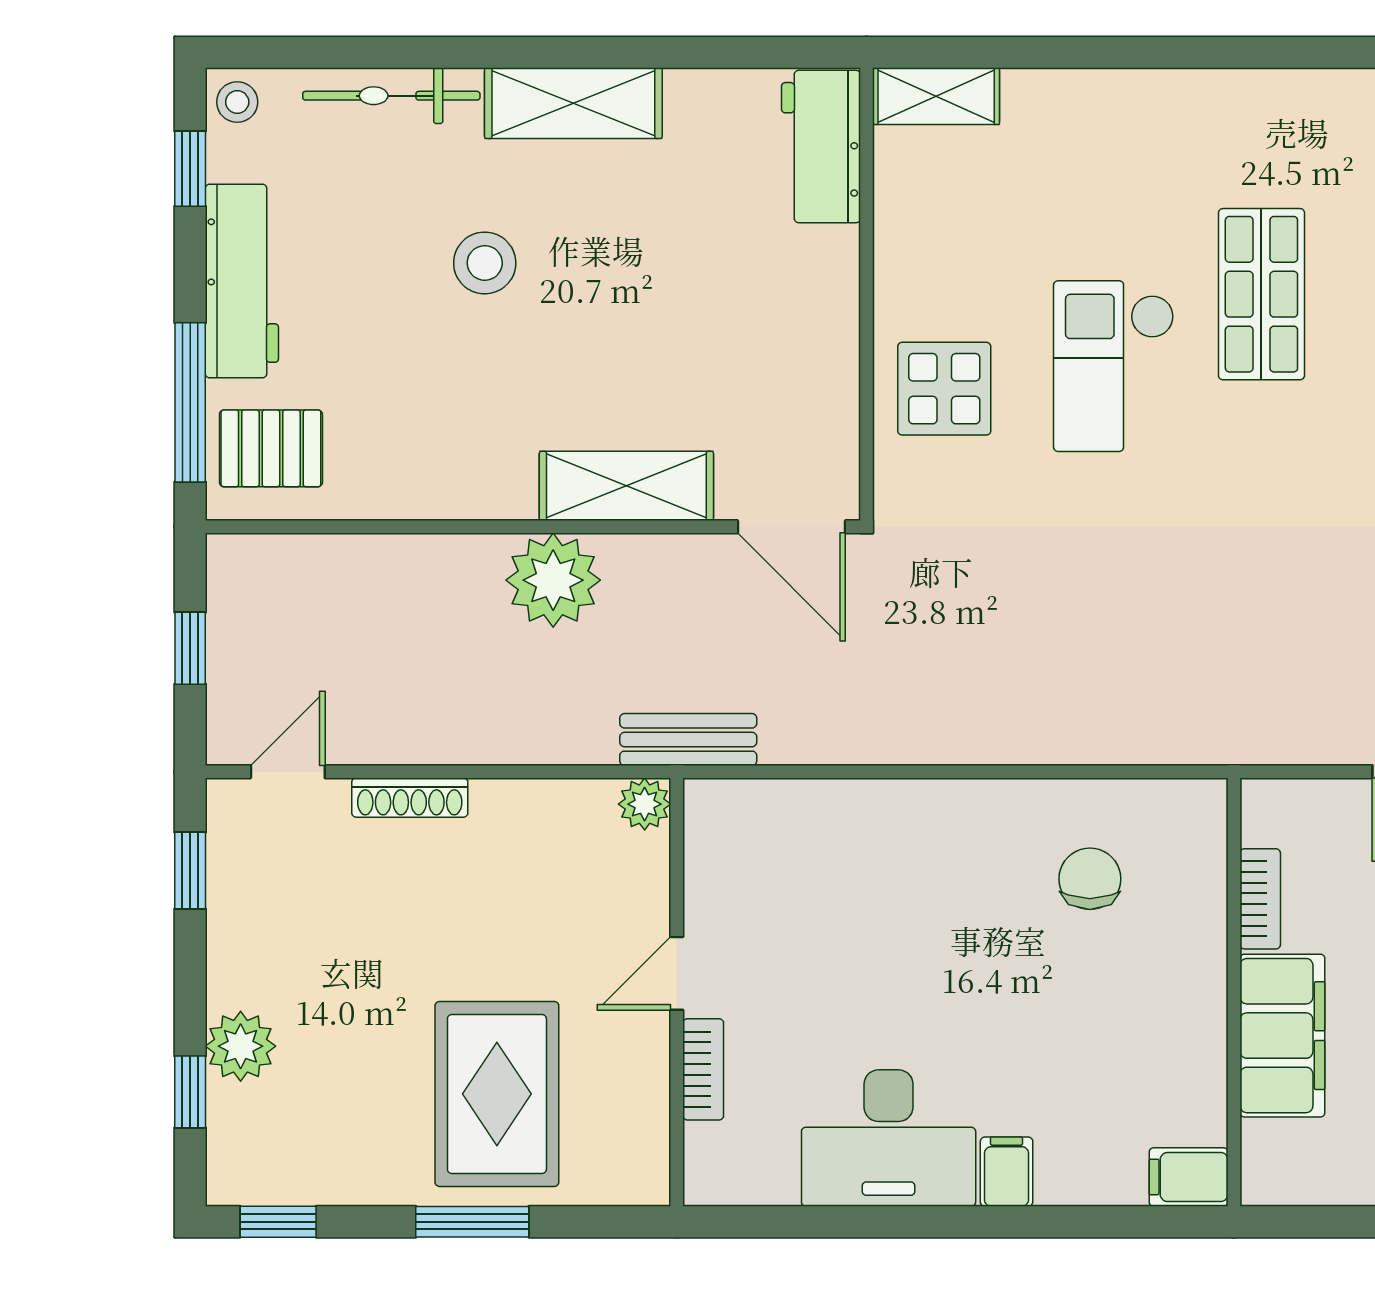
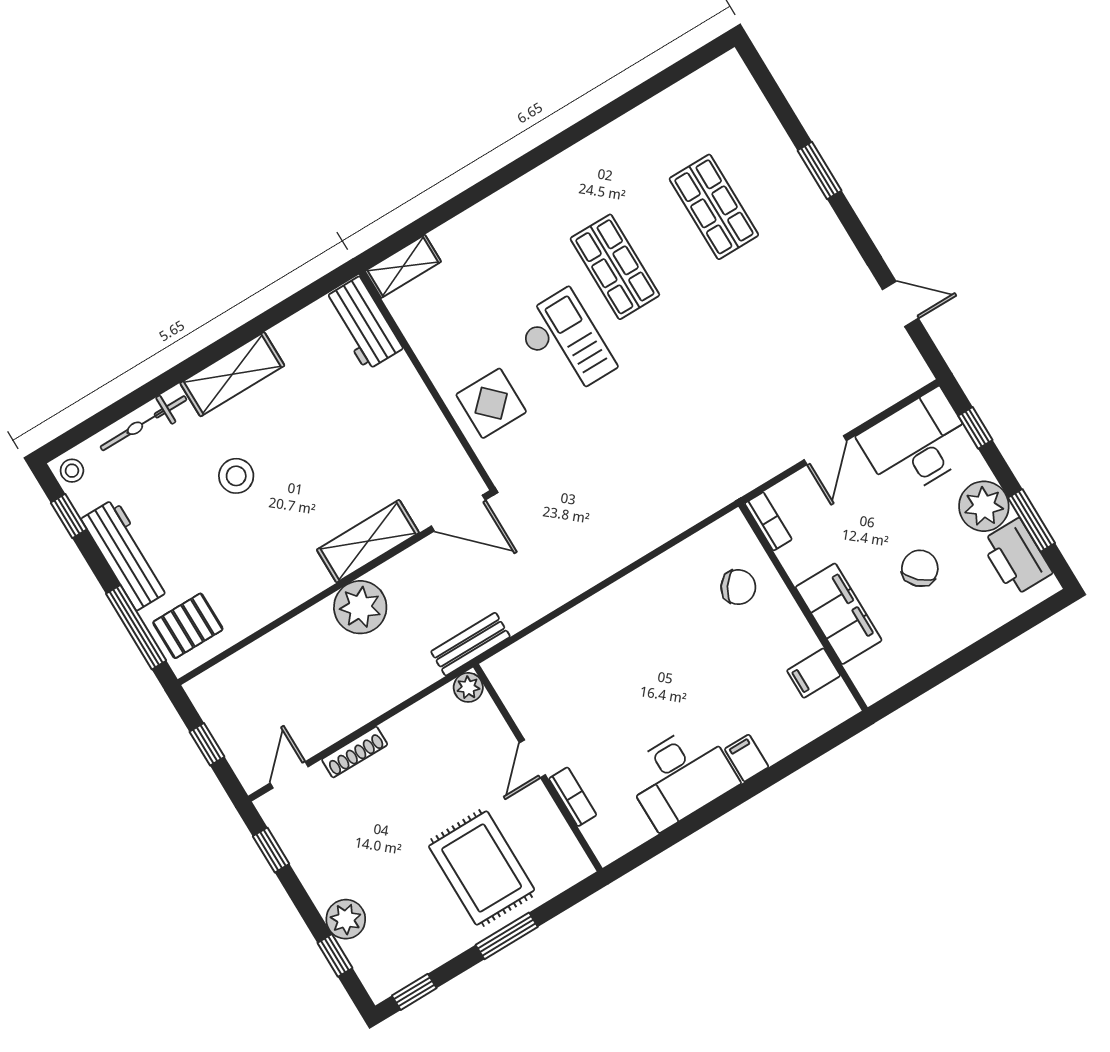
checkout: (1114, 366) -> (565, 344), turned 180
chair: (1090, 879) -> (738, 587), moved, turned 125
bookcase: (1260, 899) -> (768, 521), moved
filing cabinet: (1189, 1177) -> (814, 673), moved

